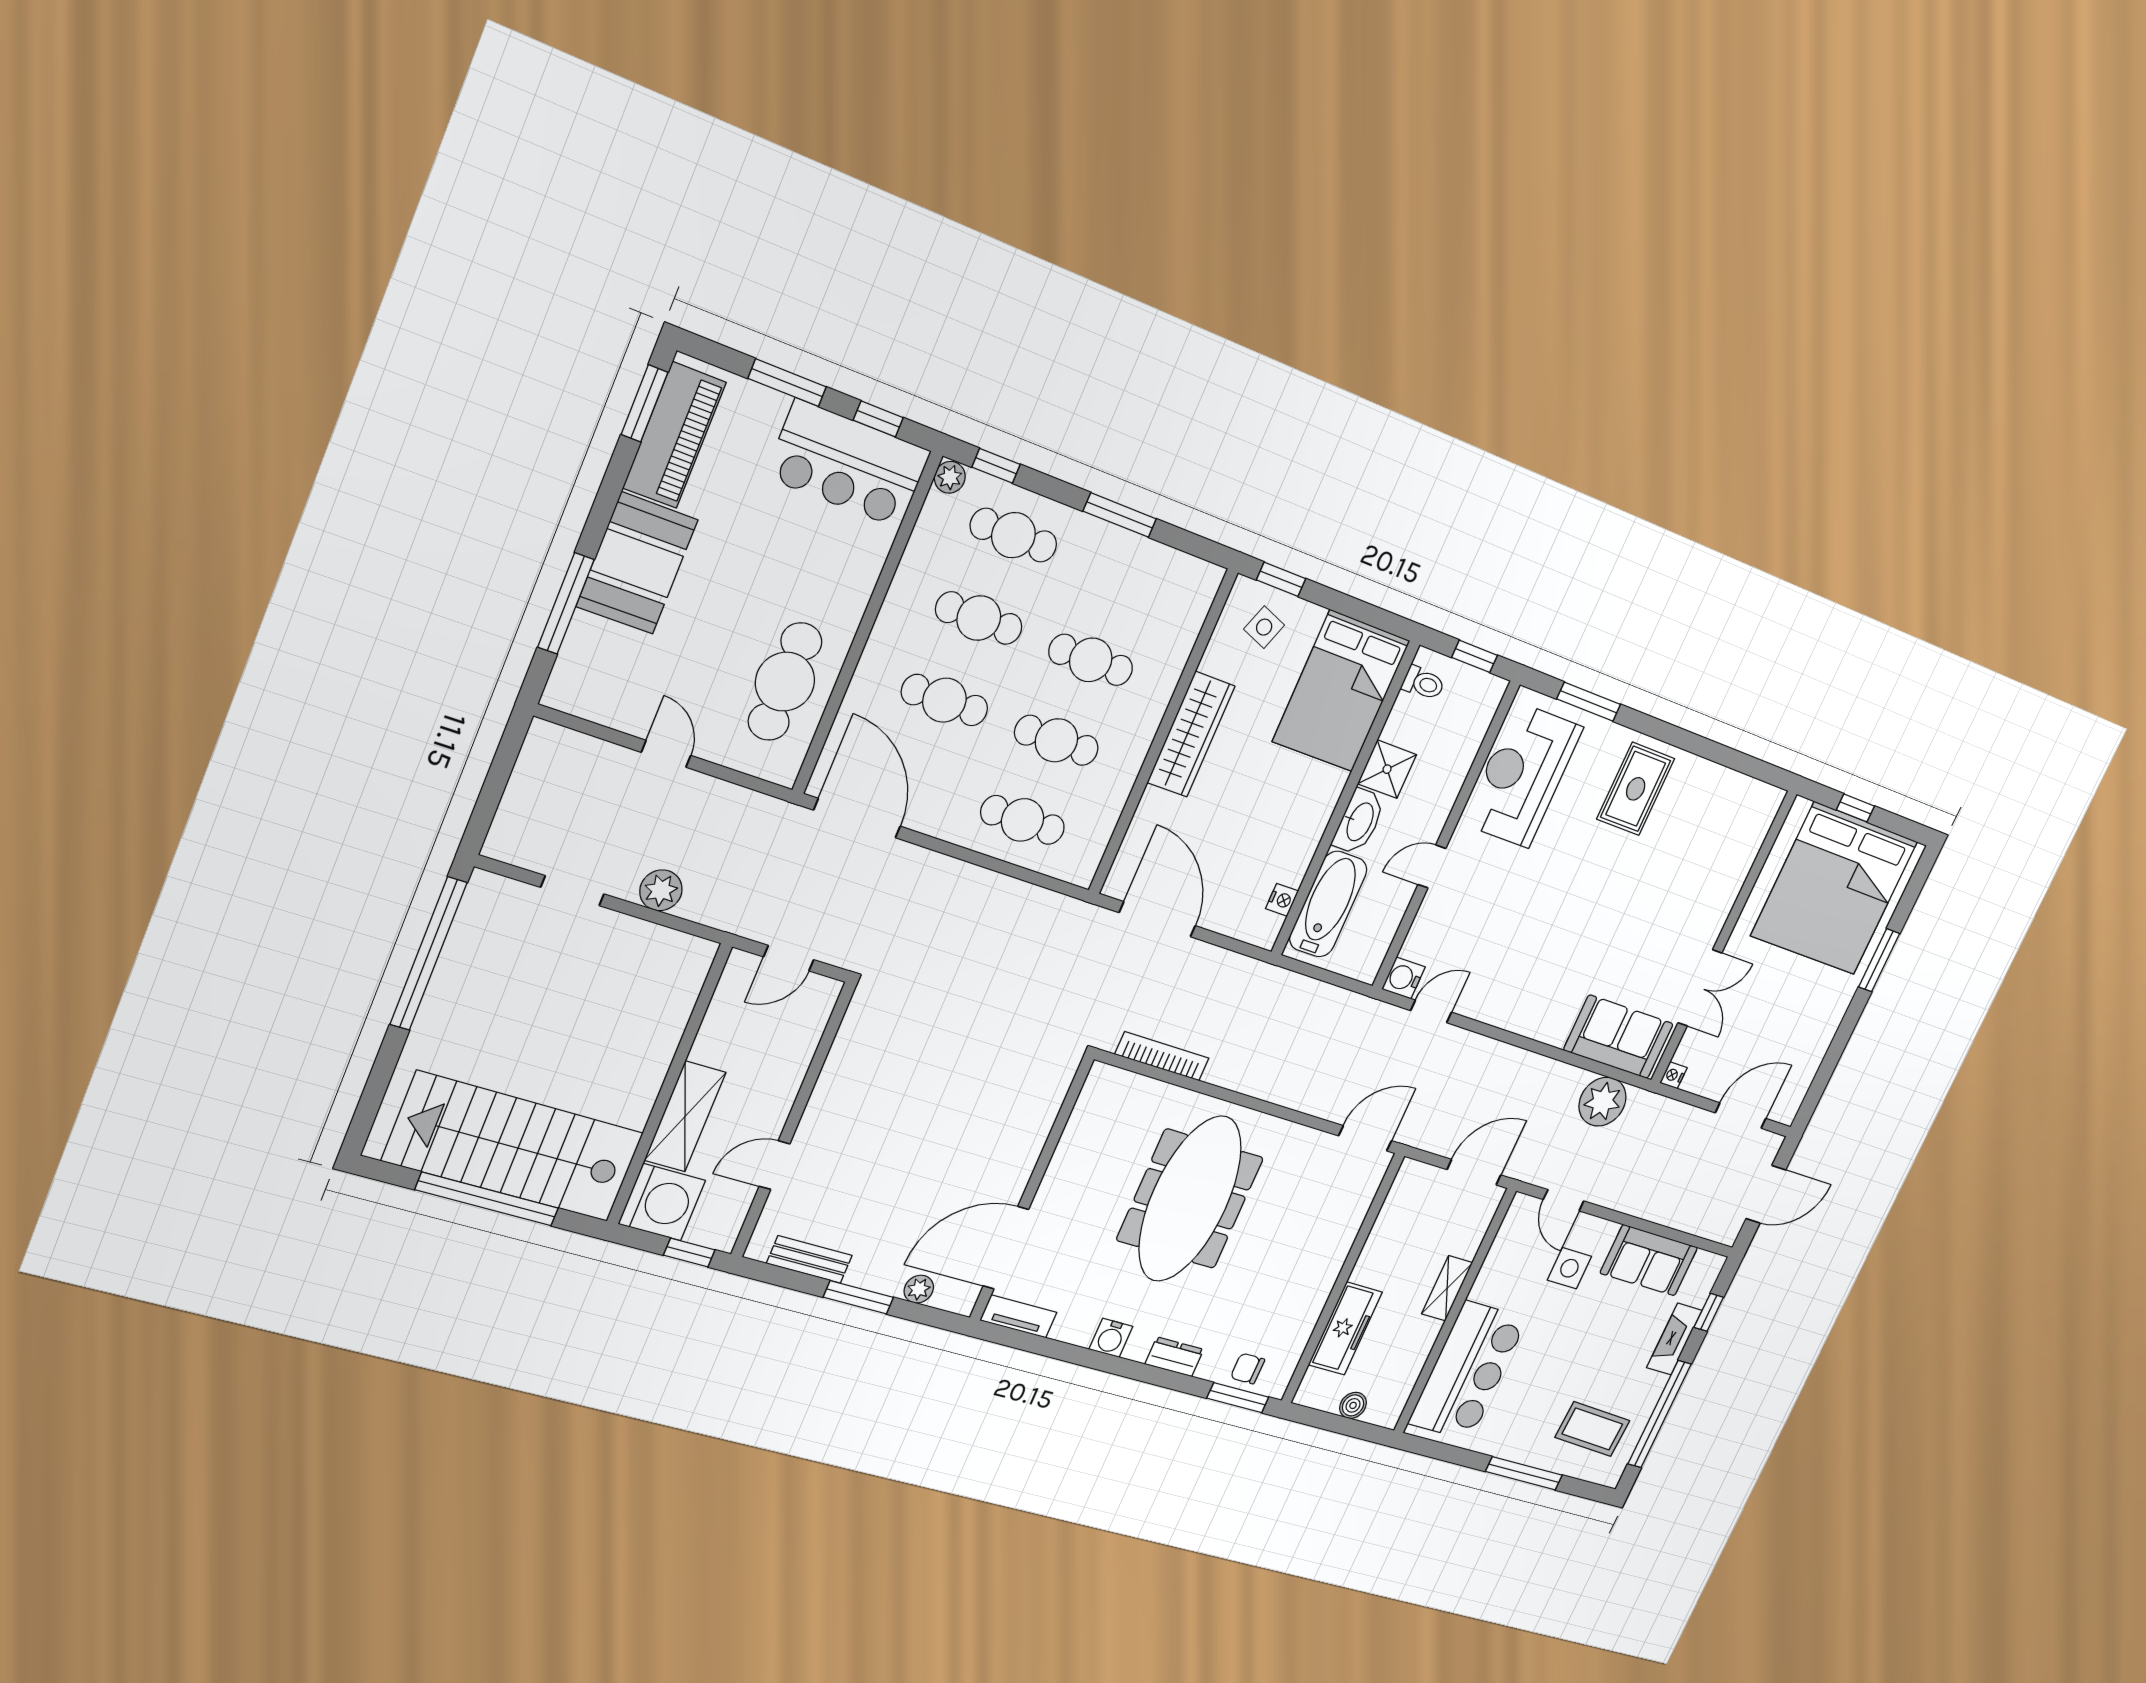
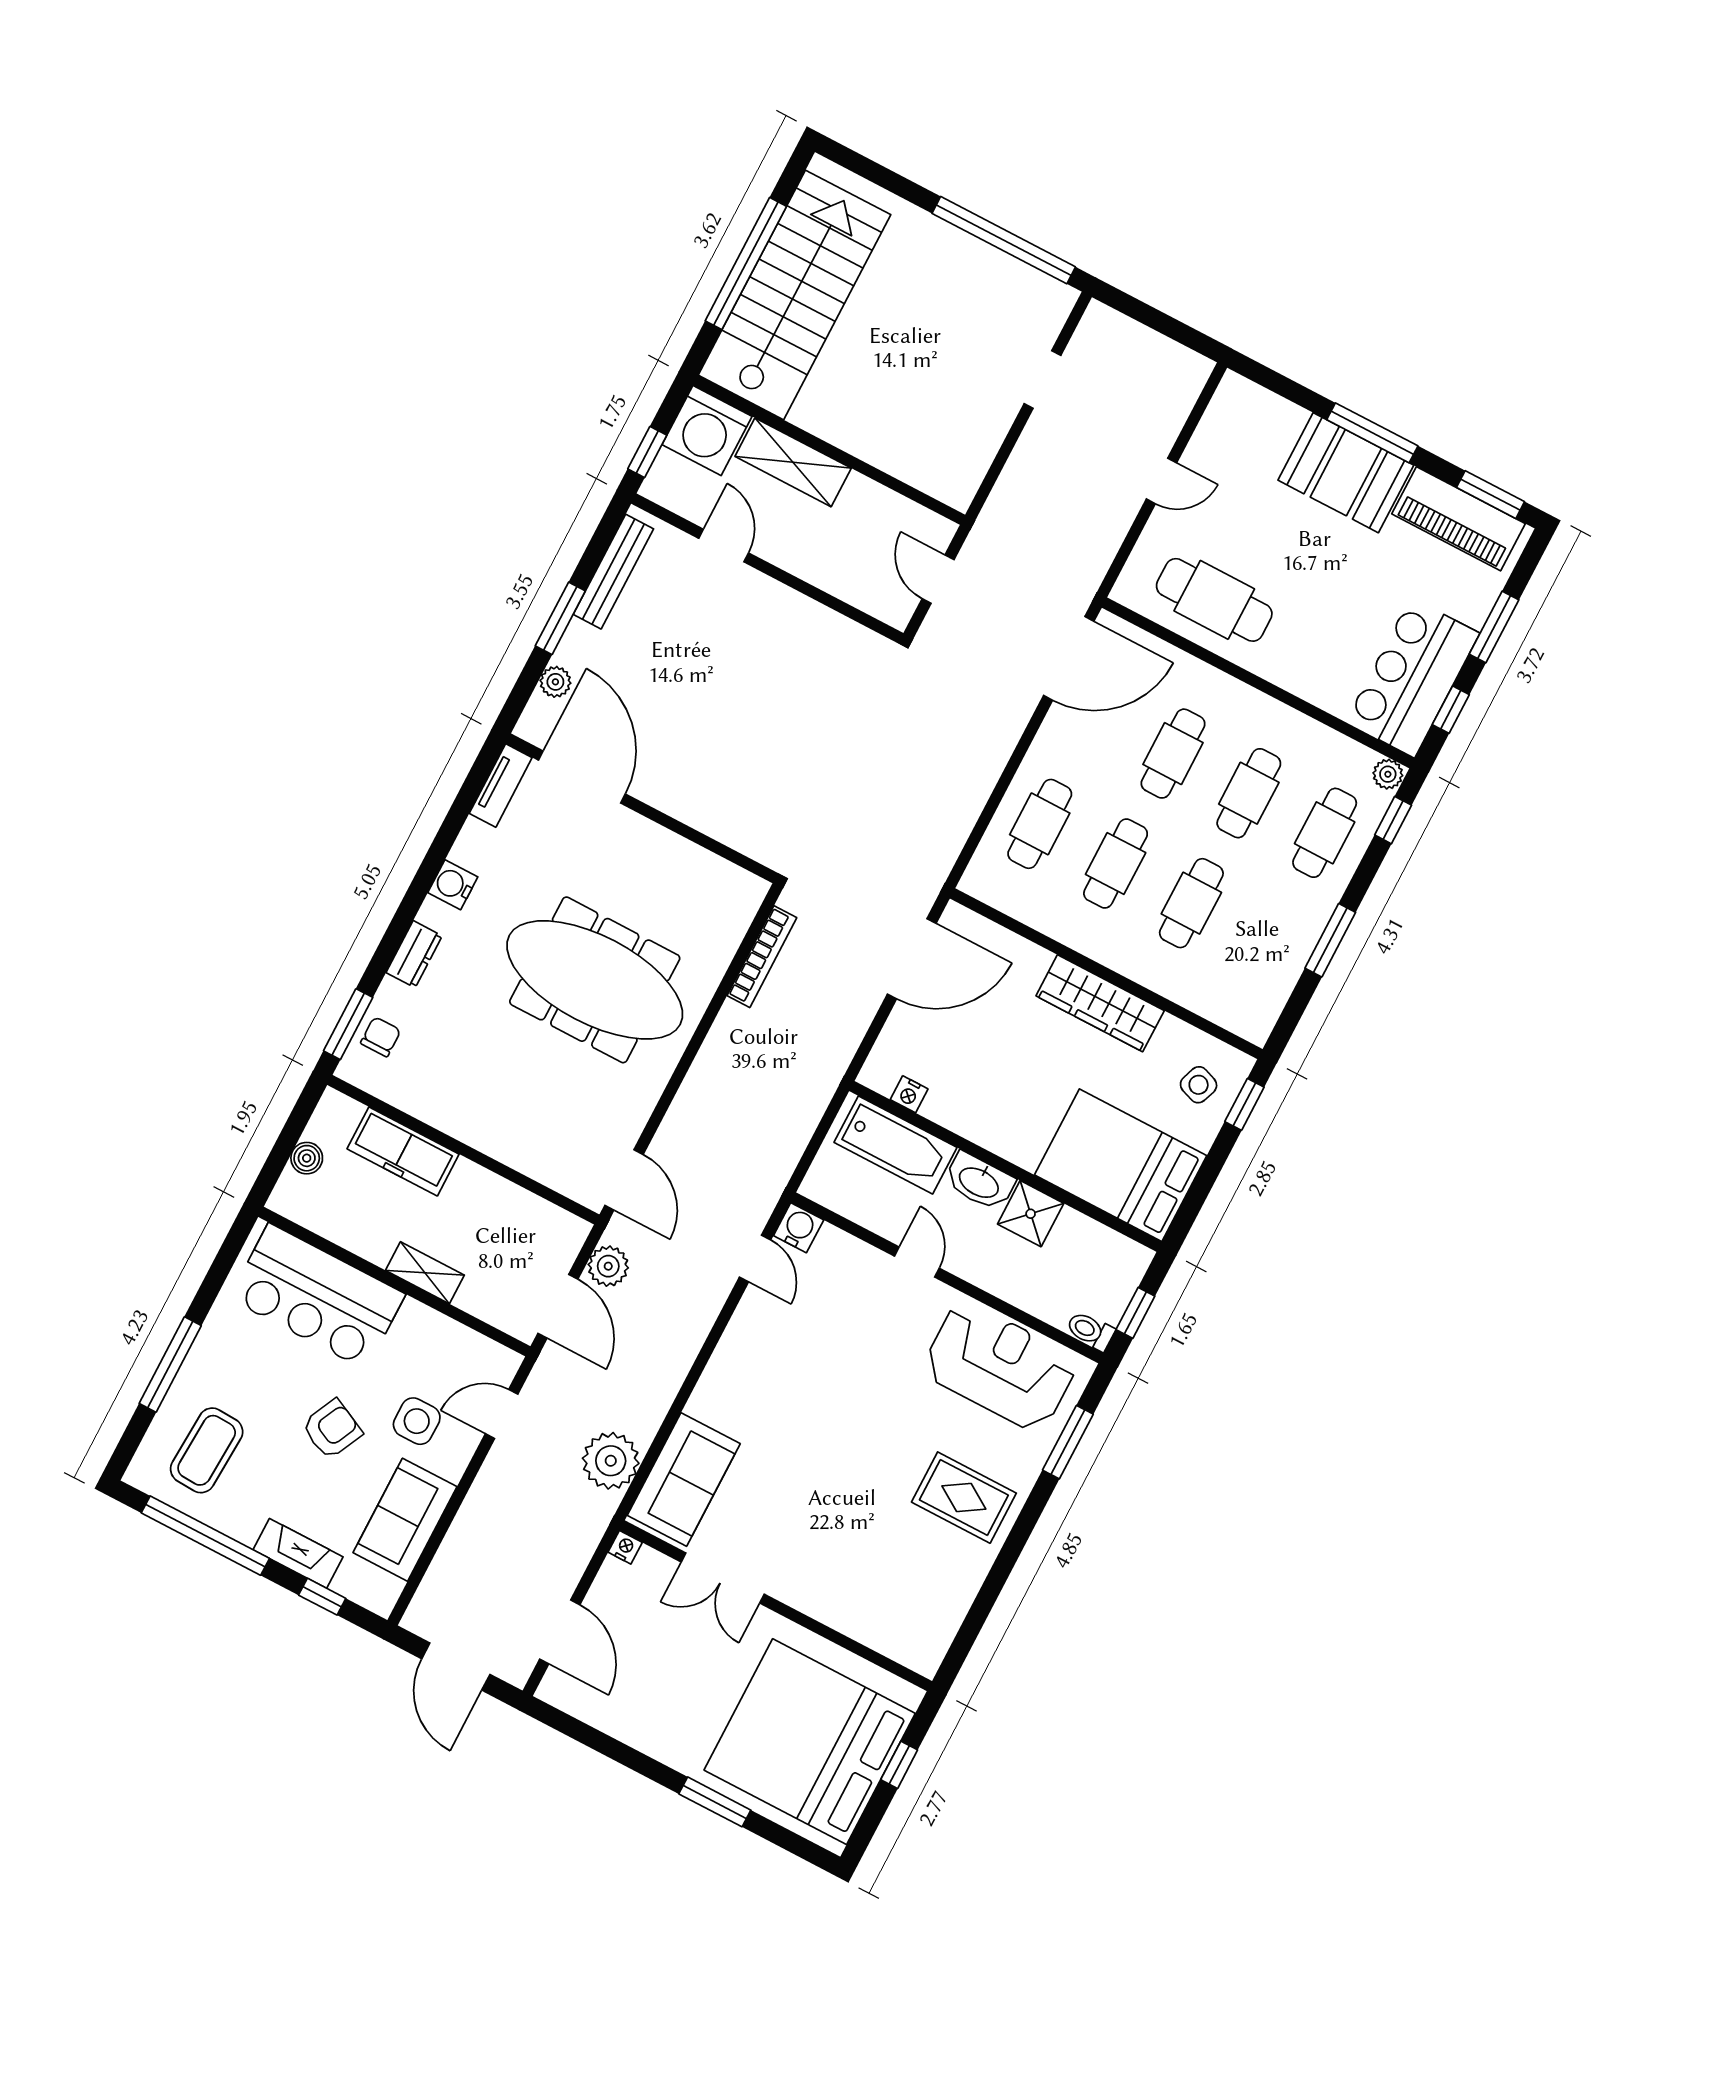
window: (566, 603) -> (1372, 433), moved
toilet: (1423, 683) -> (1090, 1331), moved, turned 90
plant: (661, 890) -> (608, 1266), moved
bench: (809, 1259) -> (613, 572), width x1.36
armchair: (1576, 1335) -> (332, 1429), added

